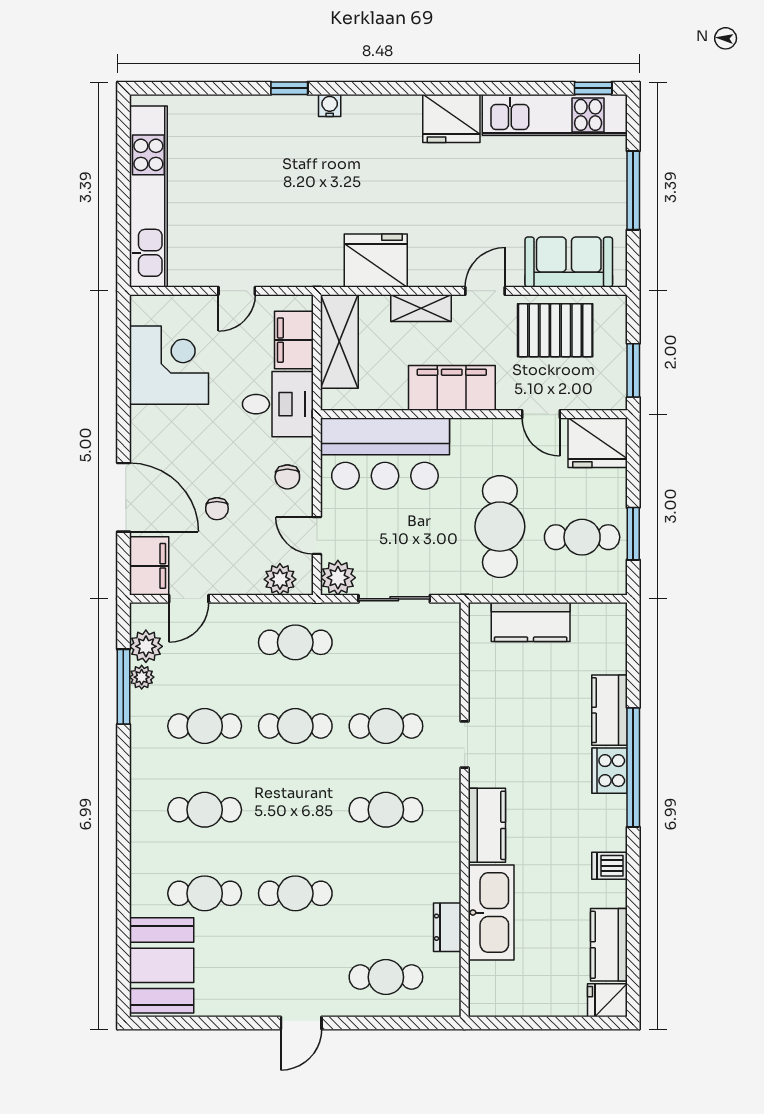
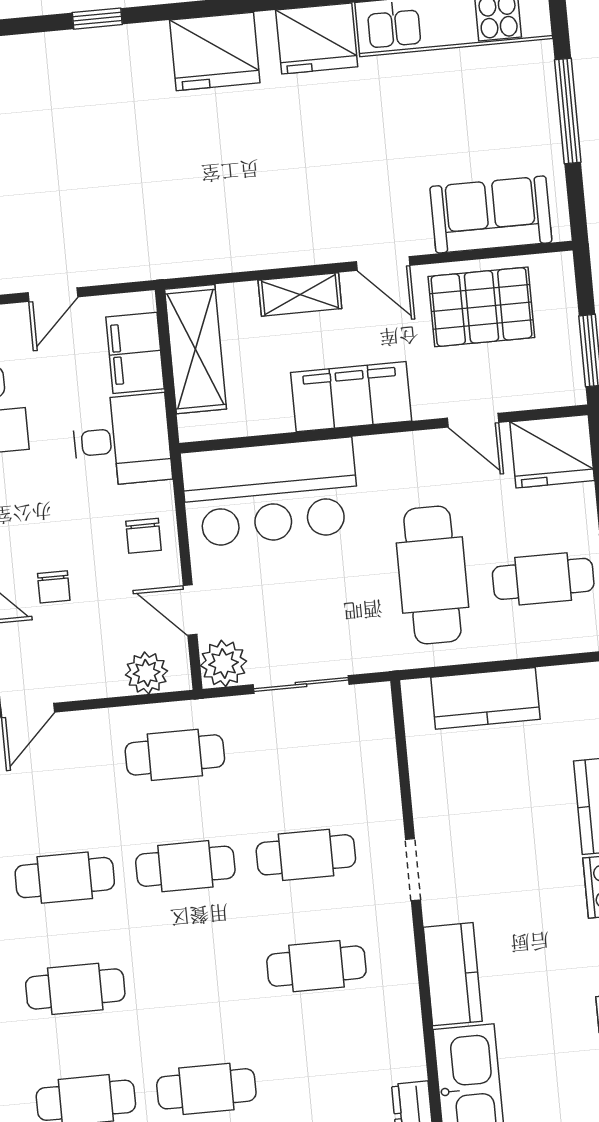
water cooler: (330, 106) -> (153, 36), removed
fridge: (376, 261) -> (215, 51), moved, turned 180
door: (485, 291) -> (383, 263), swing flipped

